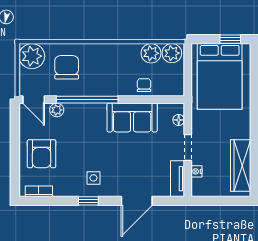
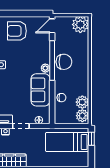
window: (230, 39) -> (91, 139), moved
chair: (67, 67) -> (64, 62), moved
bed: (220, 76) -> (67, 142), width x0.67
plant: (57, 110) -> (45, 68), moved

